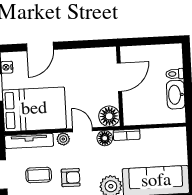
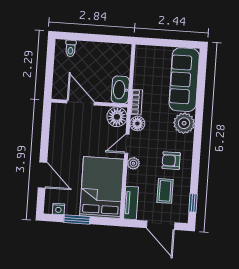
toilet: (175, 74) -> (71, 48), moved
washbasin: (176, 95) -> (120, 90), moved, turned 90
tv unit: (29, 141) -> (131, 203), width x0.71
armchair: (71, 178) -> (171, 161), turned -90

